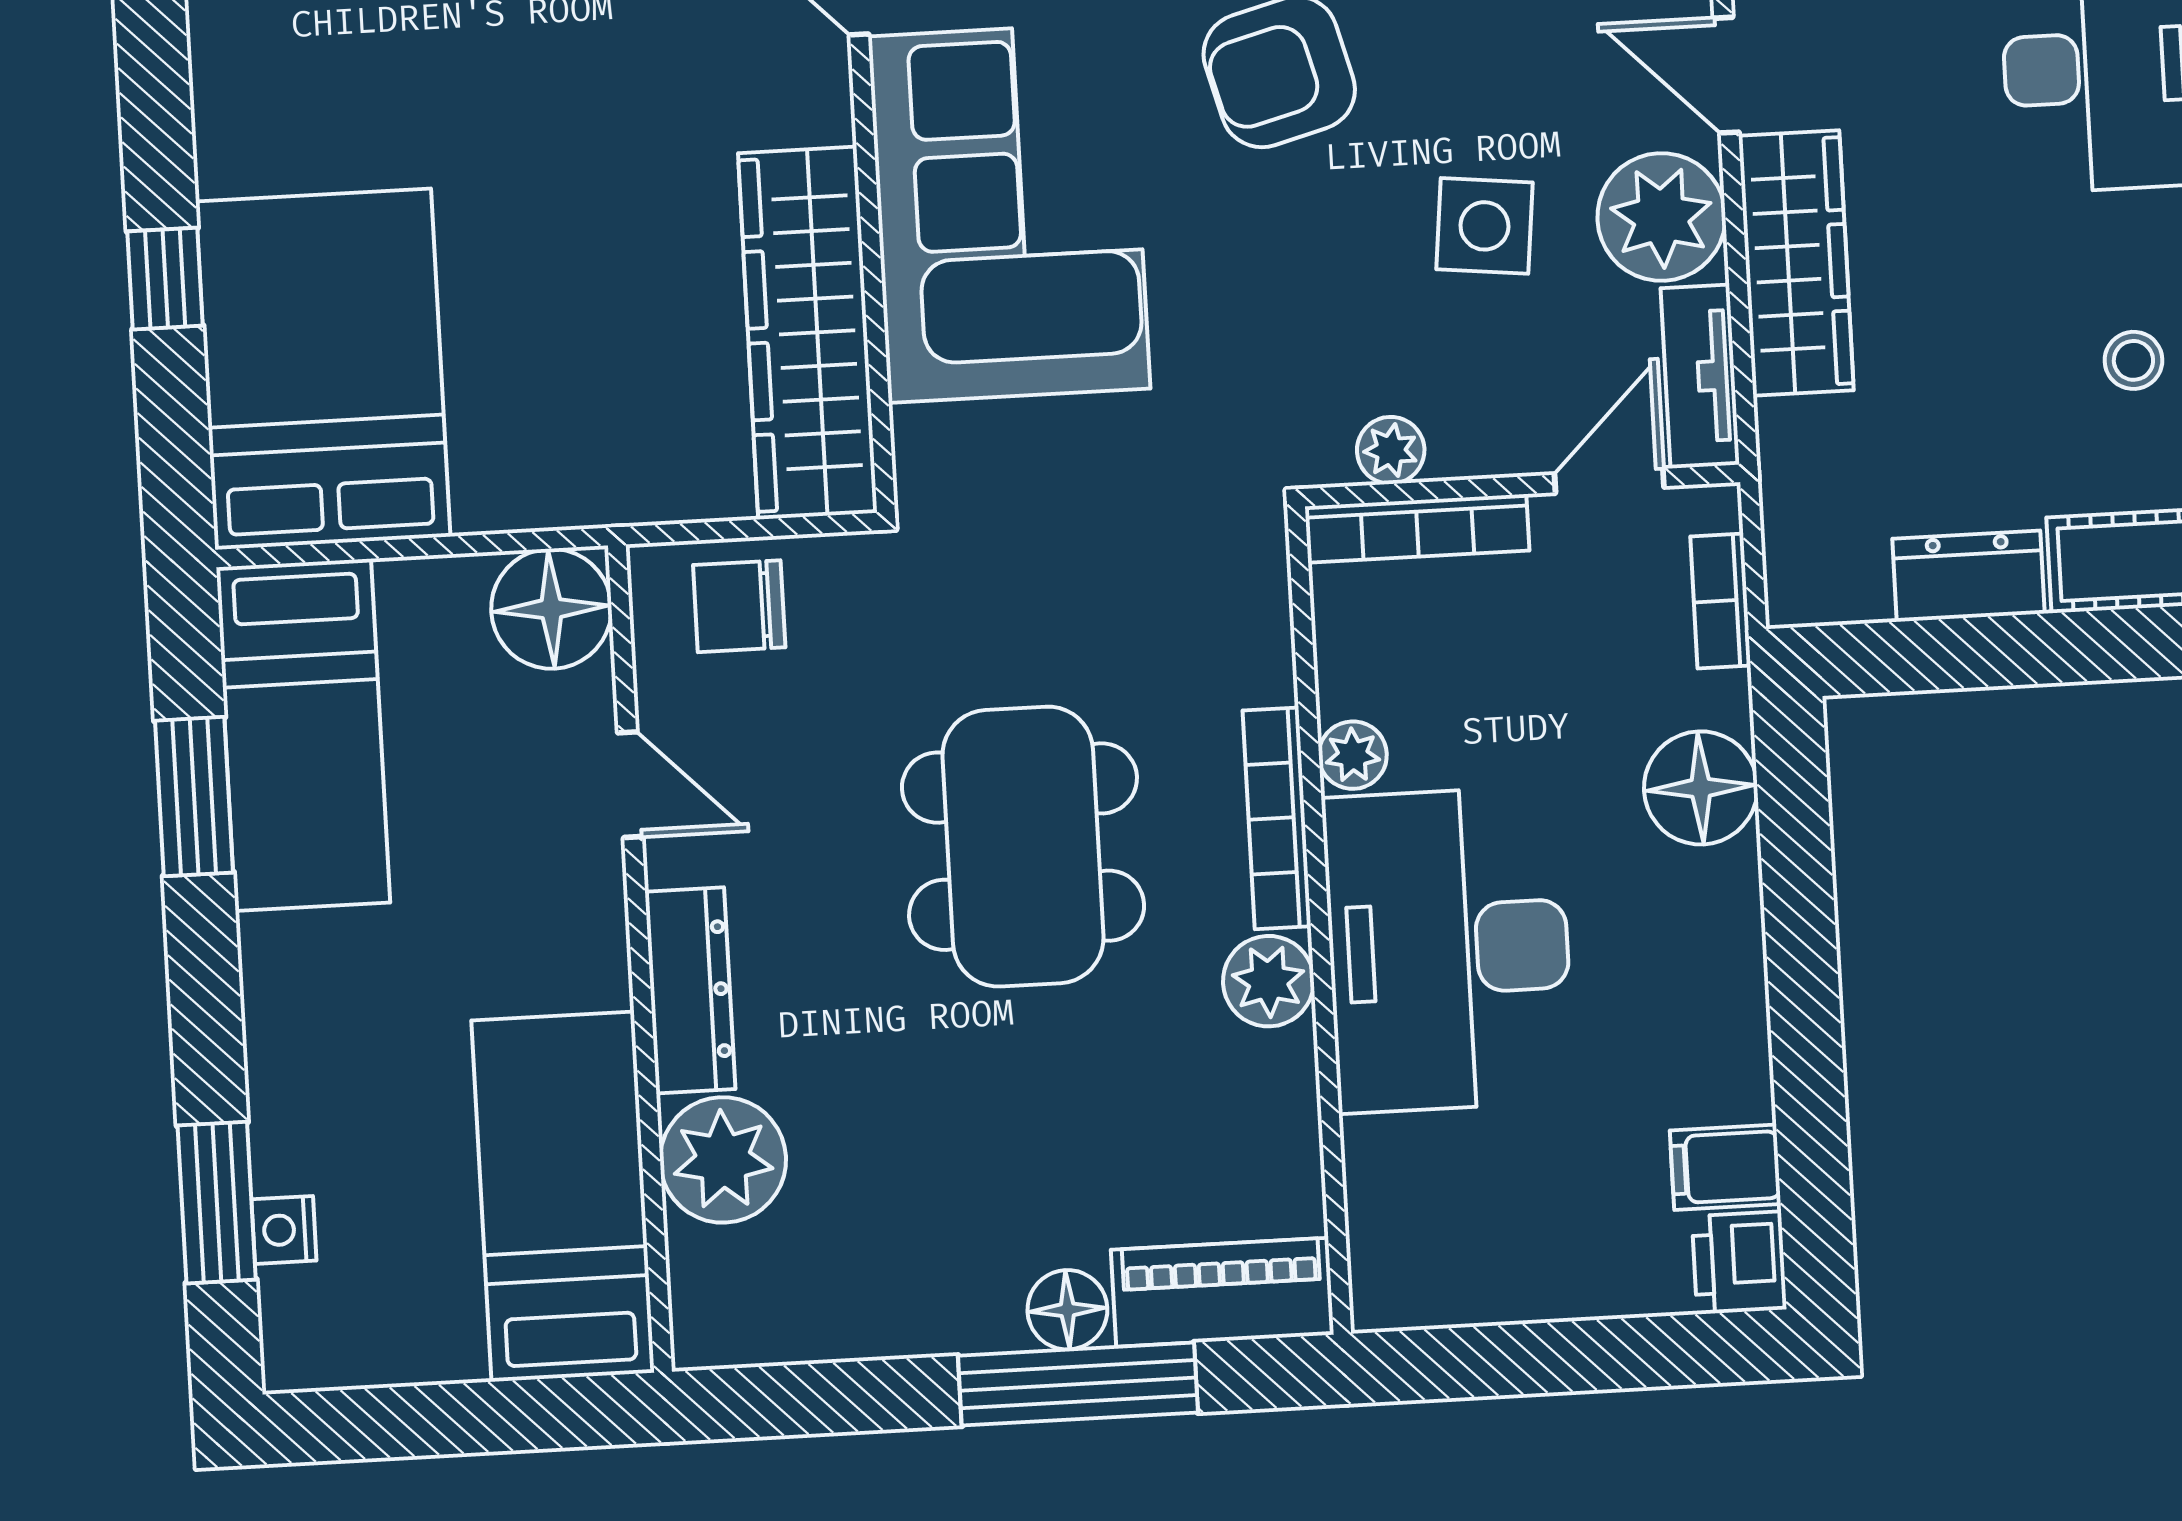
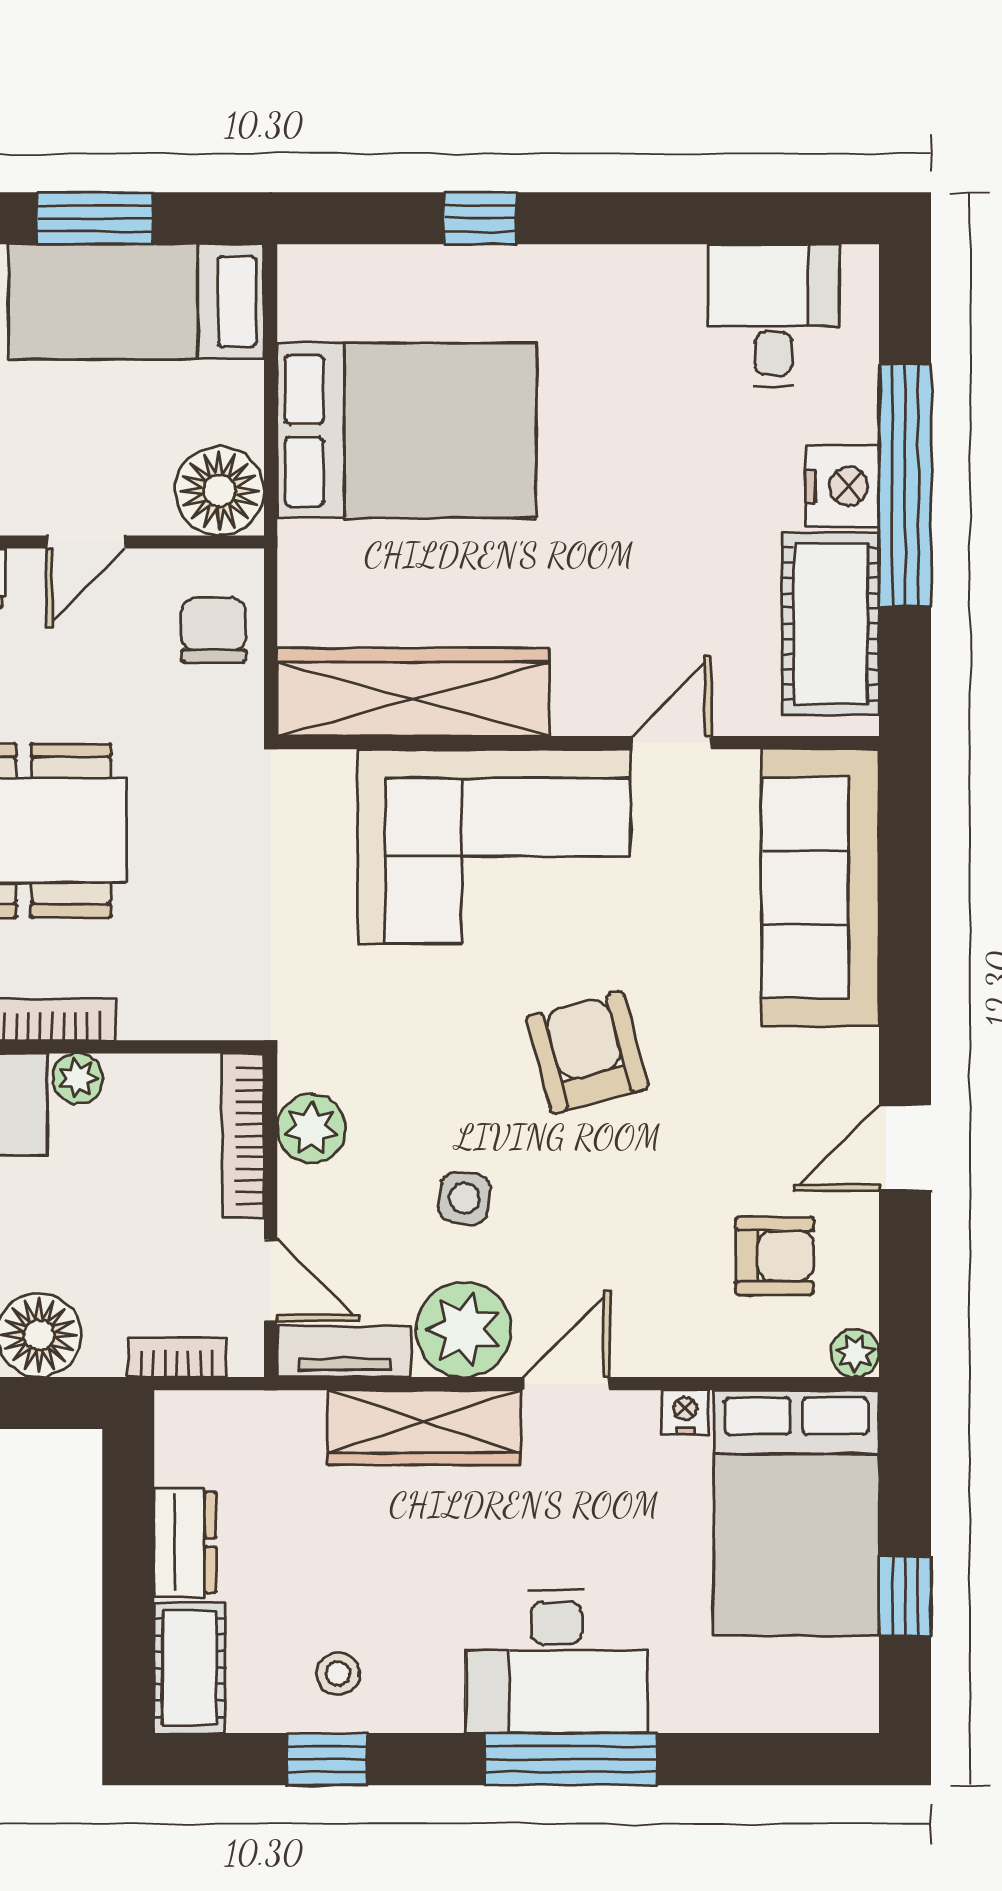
side table: (1484, 226) -> (464, 1198), width x0.73, depth x0.73
bed: (323, 369) -> (407, 430), moved
plant: (1391, 450) -> (311, 1129), width x1.38, depth x1.38

